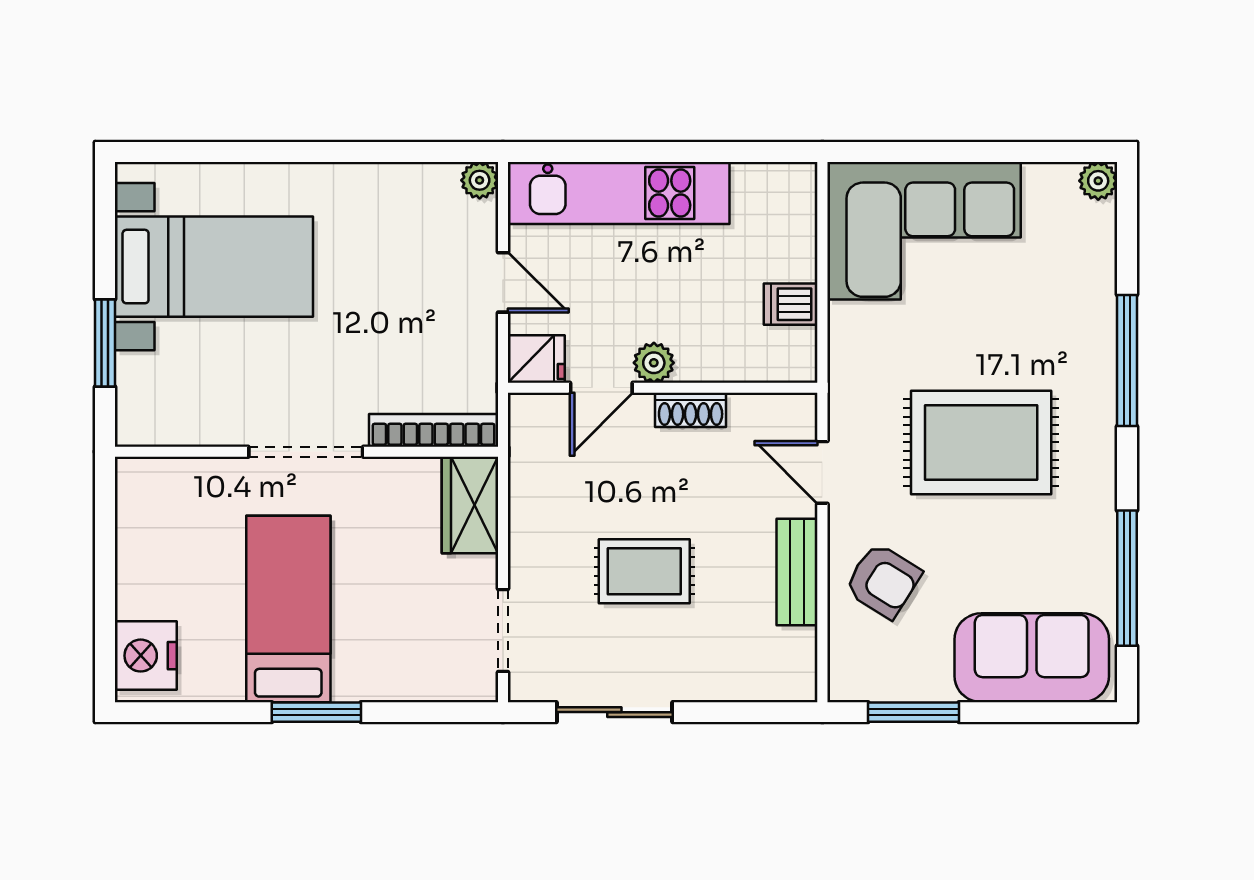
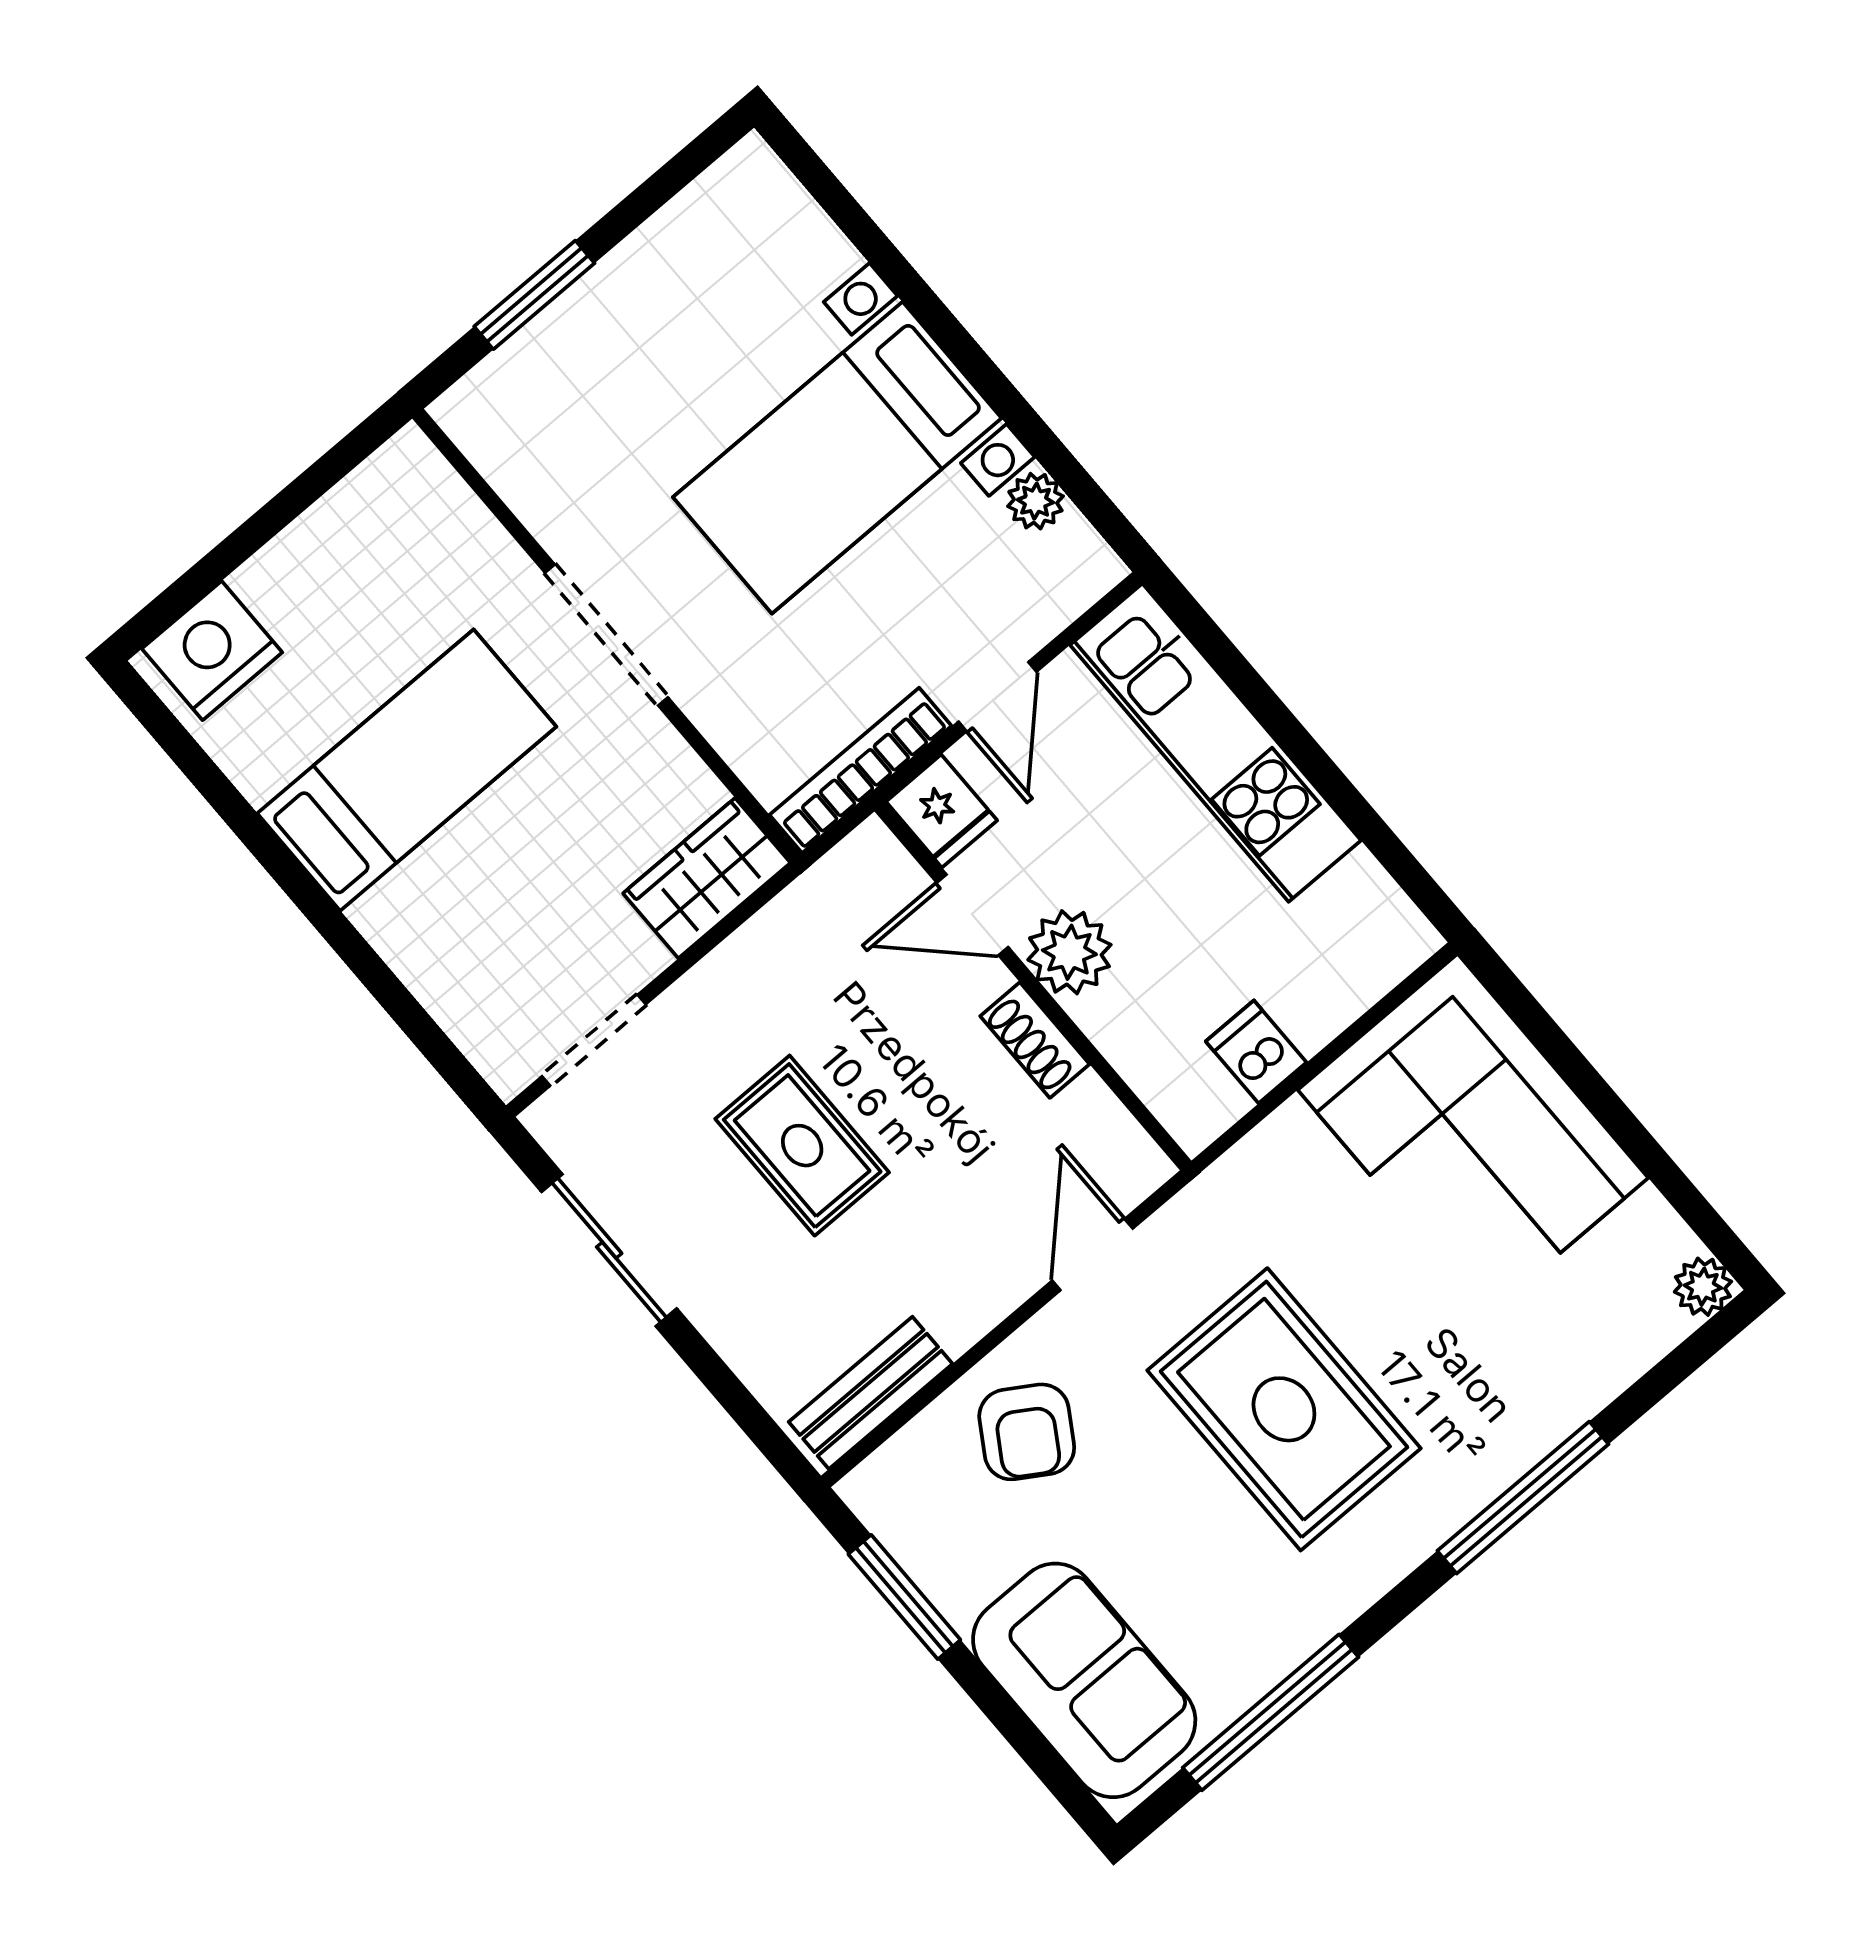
plant: (480, 180) -> (1035, 501), moved
bed with nightstands: (214, 267) -> (837, 458), moved, turned 90
plant: (654, 363) -> (1069, 952), width x1.38, depth x1.38
bookcase: (434, 430) -> (861, 770), moved, turned -90
bench: (797, 572) -> (871, 1393), moved
window: (316, 712) -> (315, 904), removed

